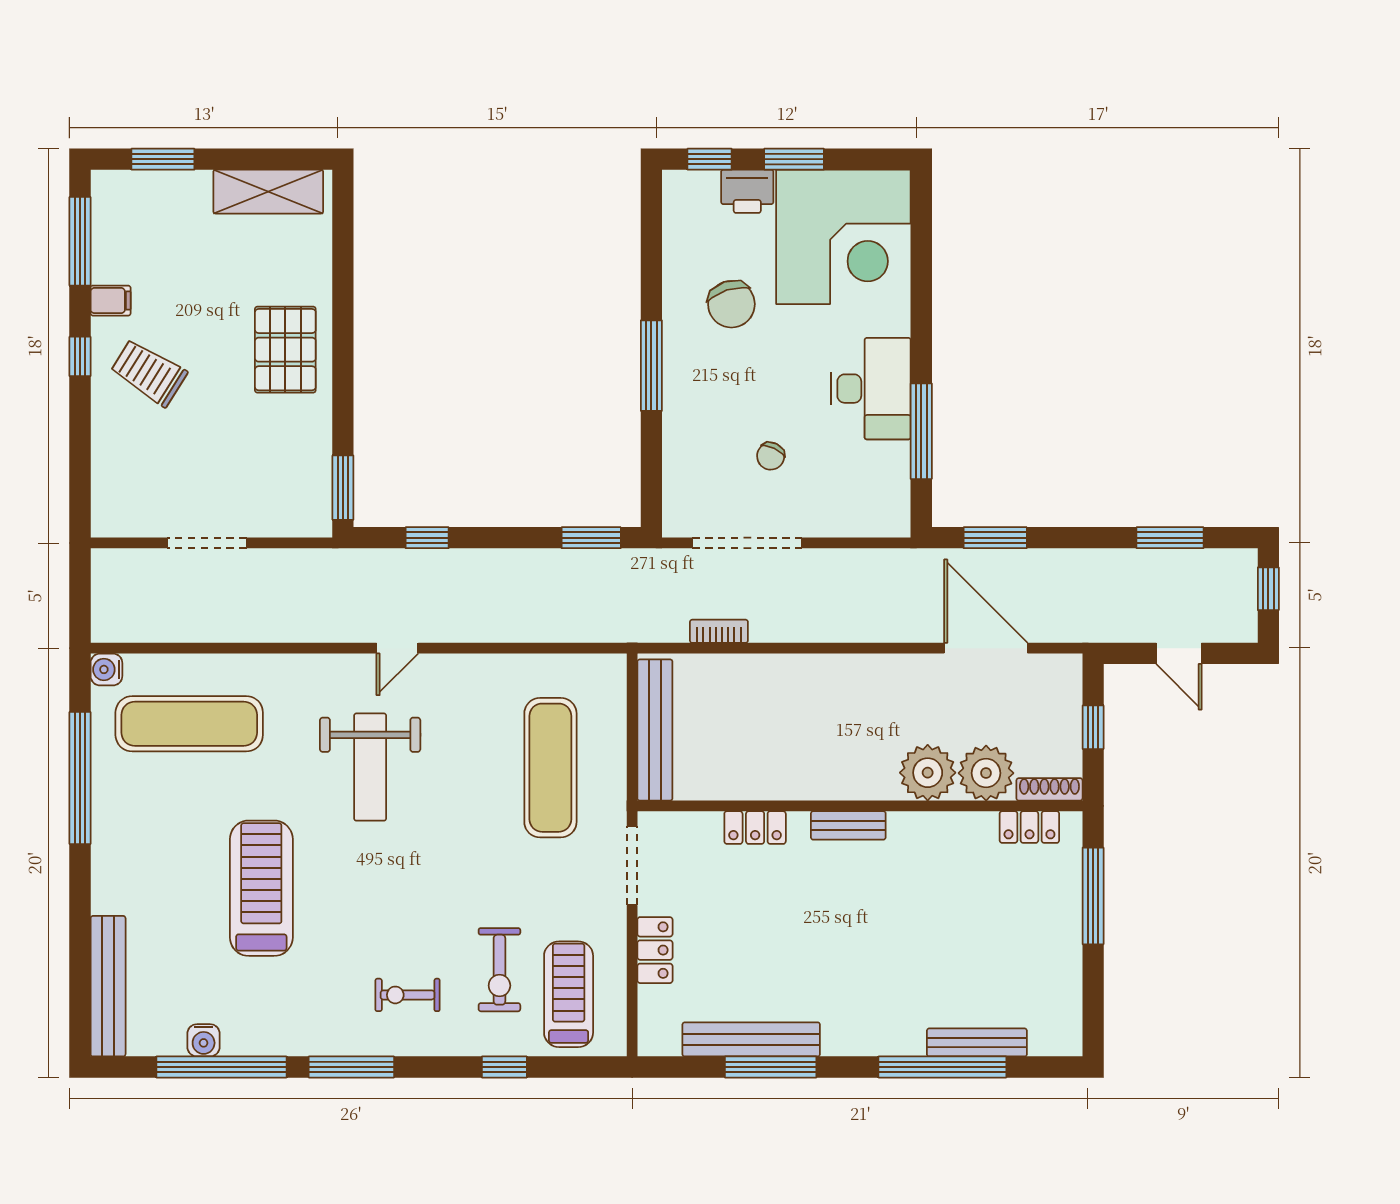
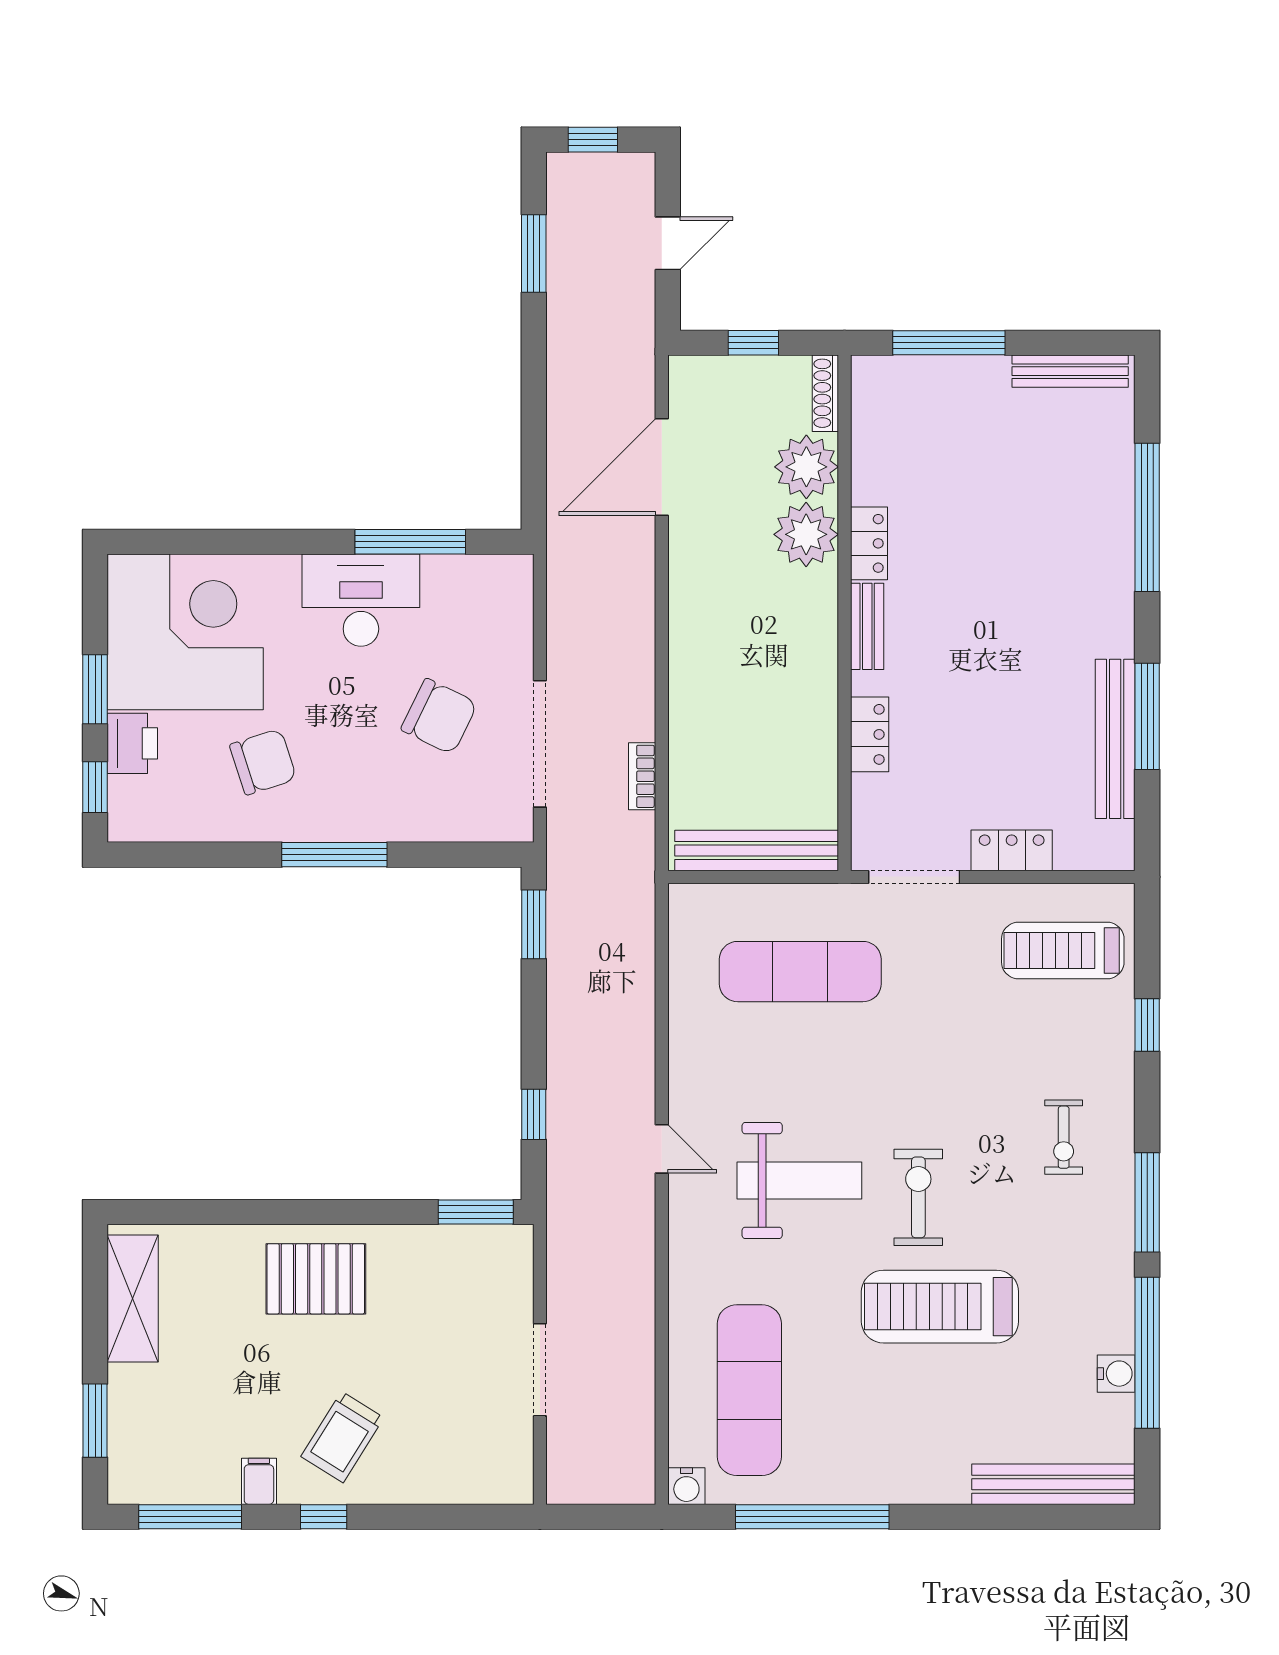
chair: (771, 456) -> (439, 716), width x1.87, depth x1.87
window: (995, 538) -> (534, 456), removed
locker: (1029, 827) -> (869, 543), moved
exercise bike: (499, 970) -> (918, 1197), moved, turned -90
bench: (977, 1042) -> (1070, 371), moved, turned 90

